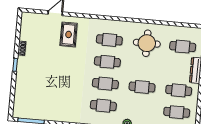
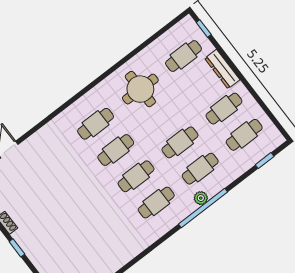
rug: (69, 34) -> (45, 160), removed
cafe table: (140, 109) -> (200, 169), added

